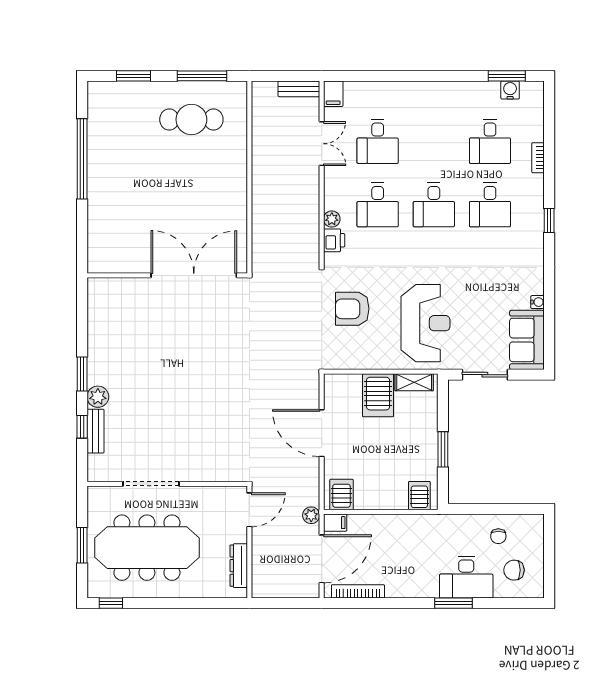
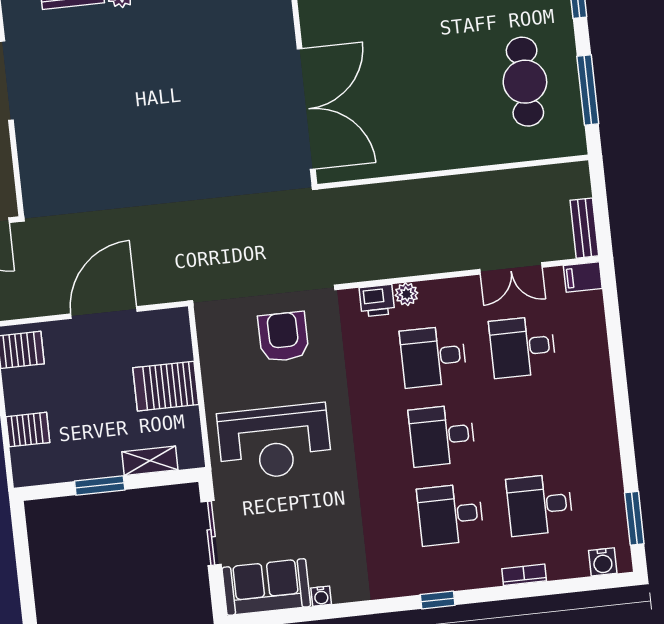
water cooler: (510, 90) -> (603, 562), moved, turned 90
shelving: (414, 382) -> (150, 461), moved, turned 90
server rack: (419, 496) -> (28, 430), moved

